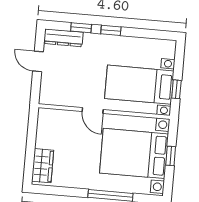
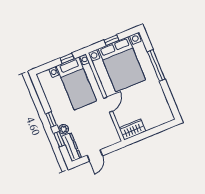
plant: (91, 39) -> (64, 129), added
wardrobe: (43, 166) -> (132, 130), moved

